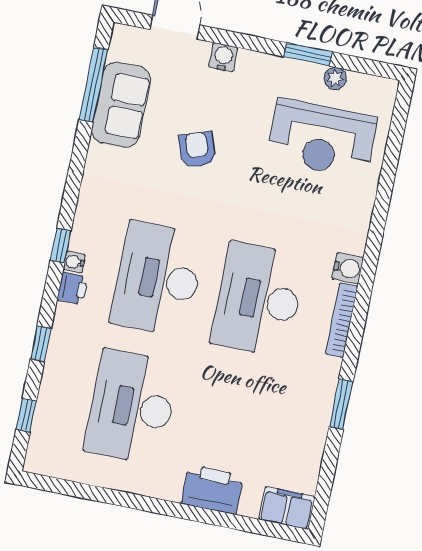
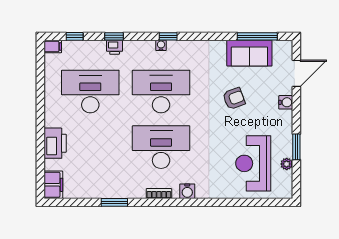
printer: (72, 288) -> (115, 47), moved
bookcase: (342, 320) -> (159, 193), width x0.64
filing cabinet: (37, 458) -> (53, 47), added

